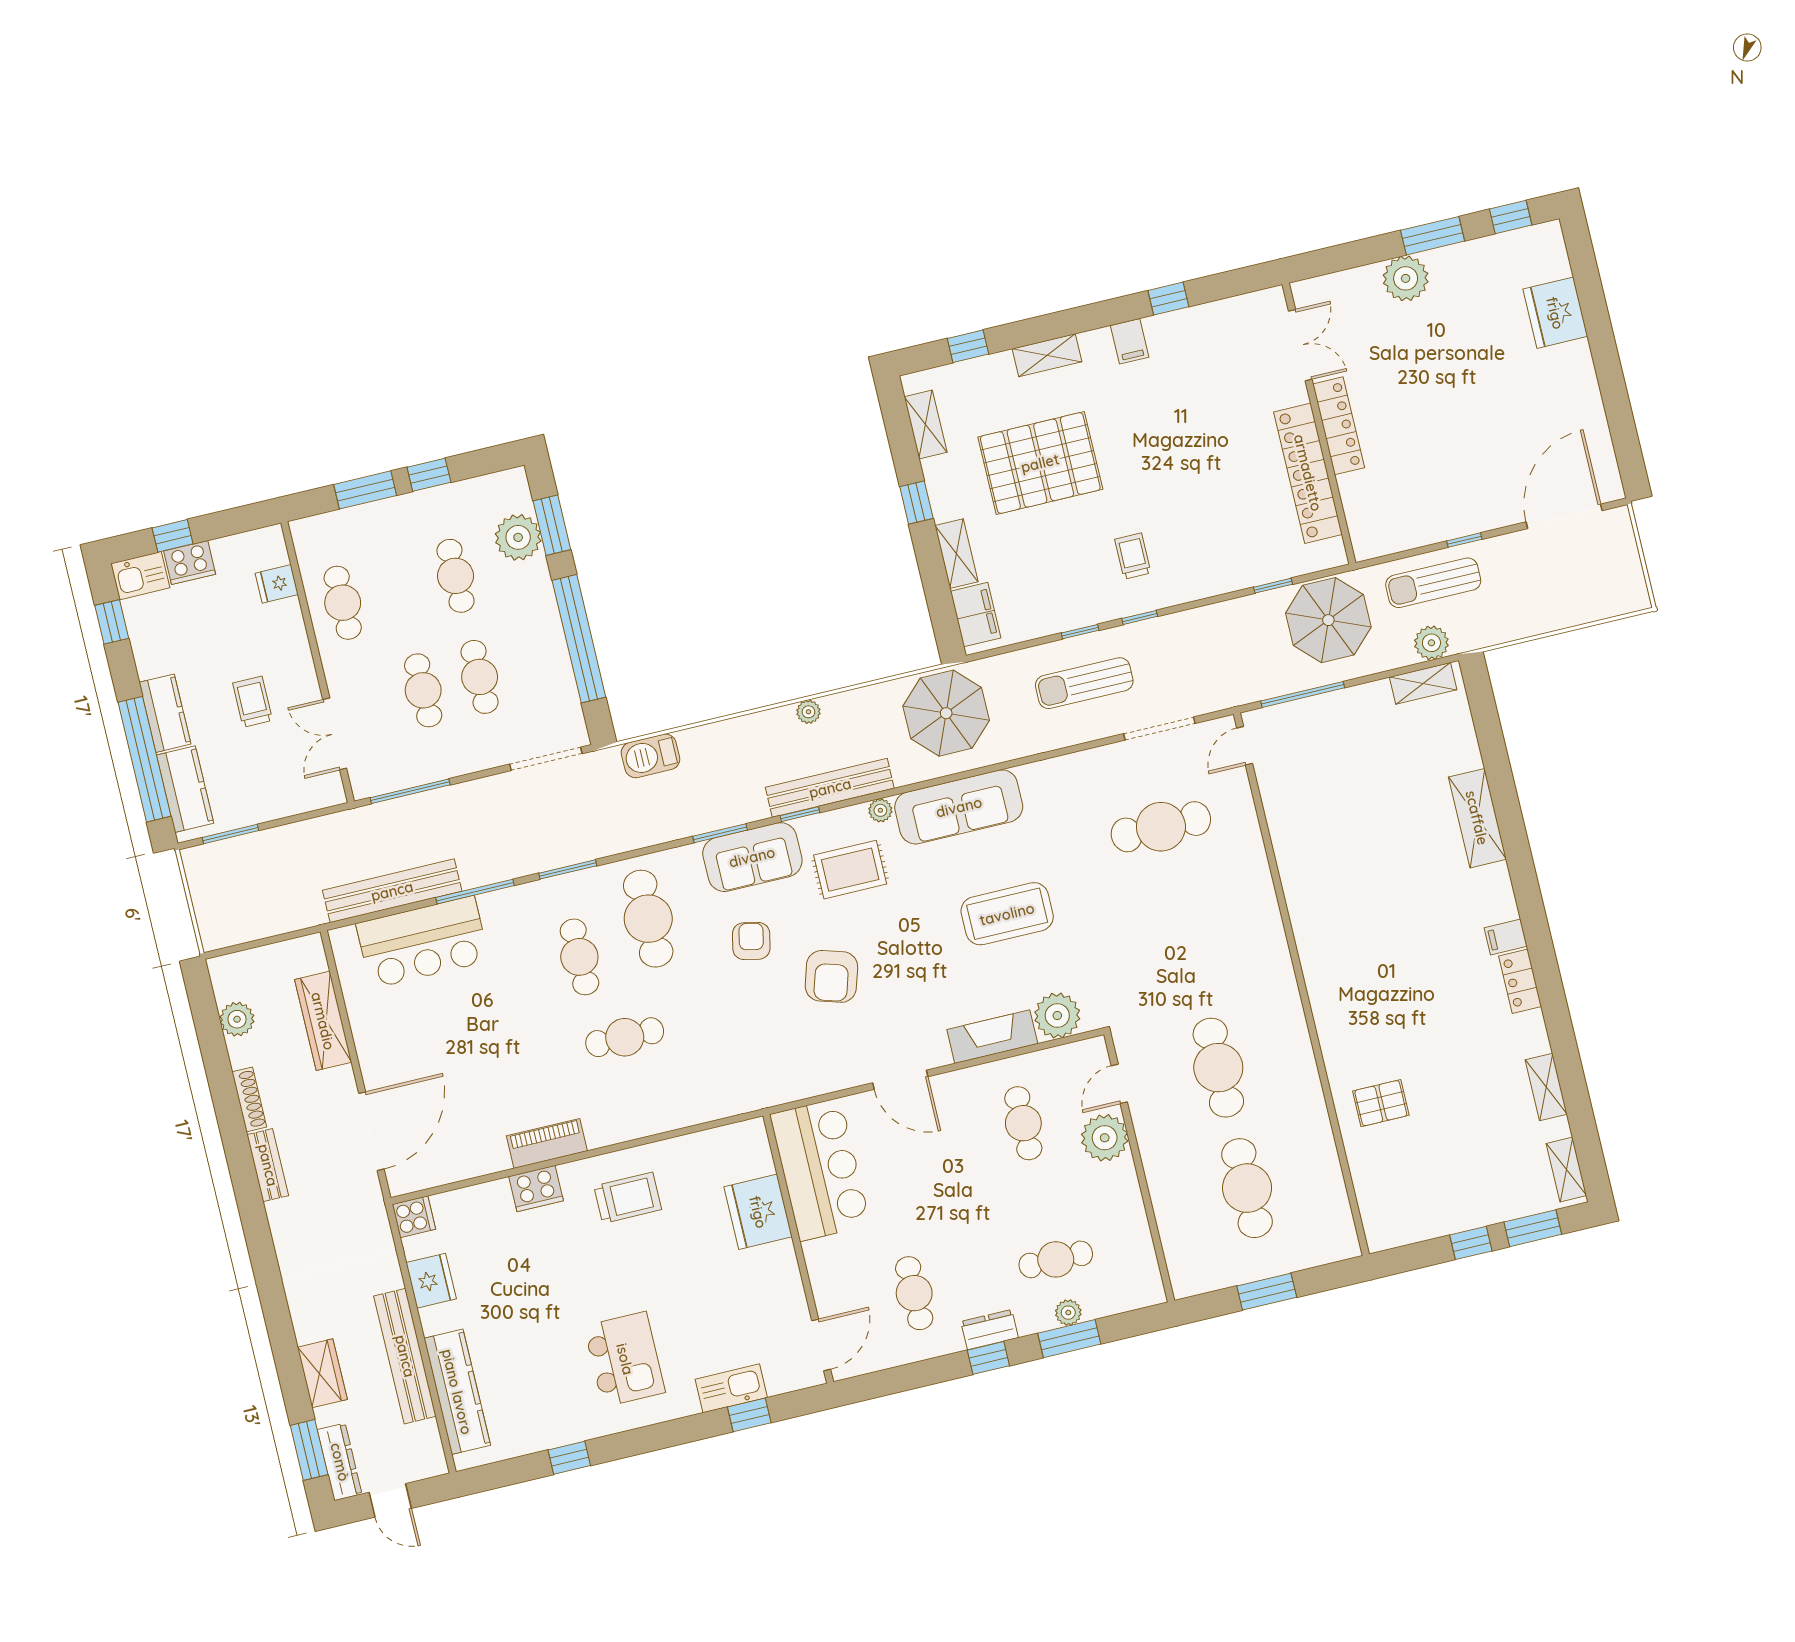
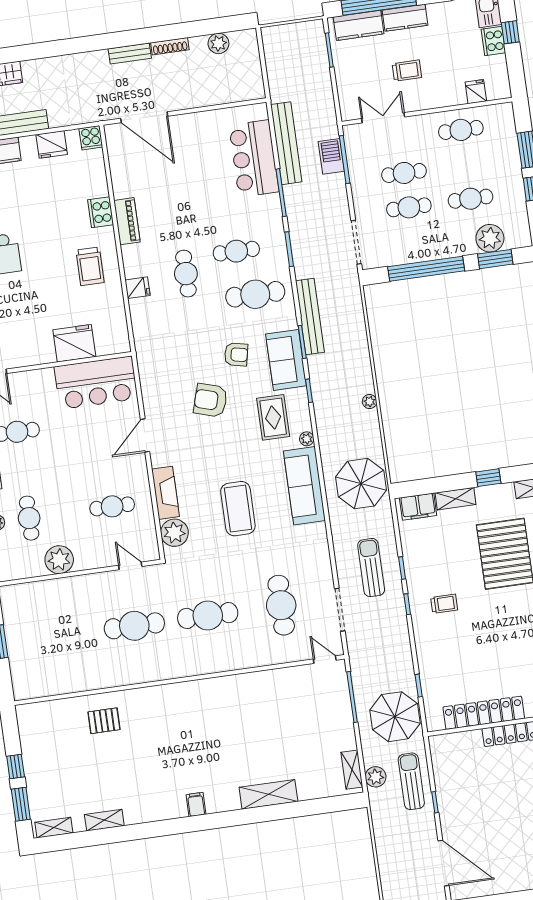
barbecue: (650, 756) -> (331, 156), moved
bench: (830, 788) -> (310, 317), moved
locker: (1520, 981) -> (169, 811), removed
wardrobe: (323, 1021) -> (213, 95), removed
pallet: (1381, 1103) -> (104, 721), turned 90
fridge: (656, 1115) -> (138, 288), added
plant: (1105, 1138) -> (59, 560), moved
cafe table: (1247, 1188) -> (208, 616), moved

